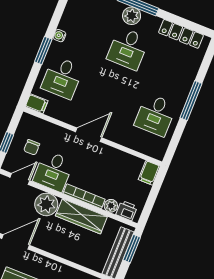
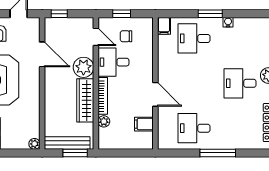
door: (89, 135) -> (155, 94), moved
filing cabinet: (149, 173) -> (144, 124), moved
printer: (127, 211) -> (105, 136), removed

